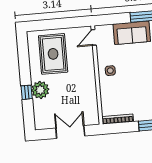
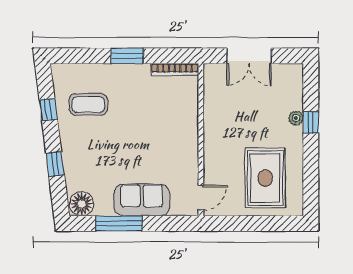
side table: (110, 71) -> (180, 145), removed
plant: (40, 90) -> (296, 118), width x0.53, depth x0.53

